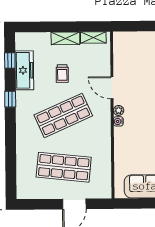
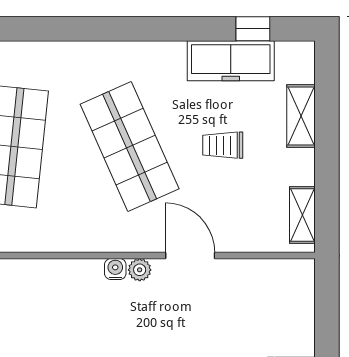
shelving: (65, 38) -> (301, 116), moved
door: (112, 88) -> (190, 255), hinge flipped
window: (10, 99) -> (167, 29), removed

